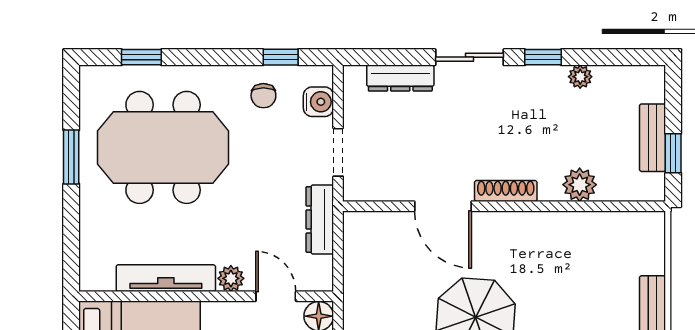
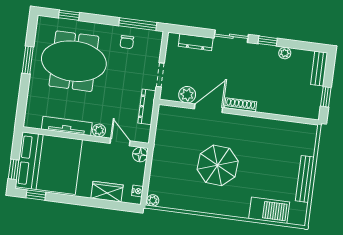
window: (281, 57) -> (138, 24), width x2.17
water cooler: (318, 102) -> (154, 49), removed
bench: (653, 138) -> (319, 69), moved
plant: (580, 185) -> (187, 95), moved
door: (443, 206) -> (209, 108), swing flipped

